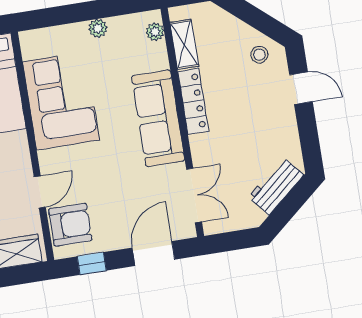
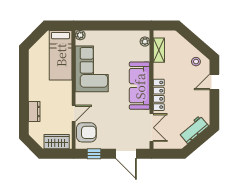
plant: (98, 28) -> (80, 35), moved
door: (301, 88) -> (214, 82), swing flipped
locker: (193, 101) -> (159, 95), moved
door: (153, 254) -> (126, 154), swing flipped

